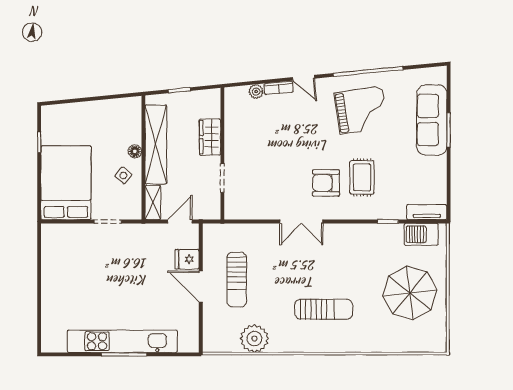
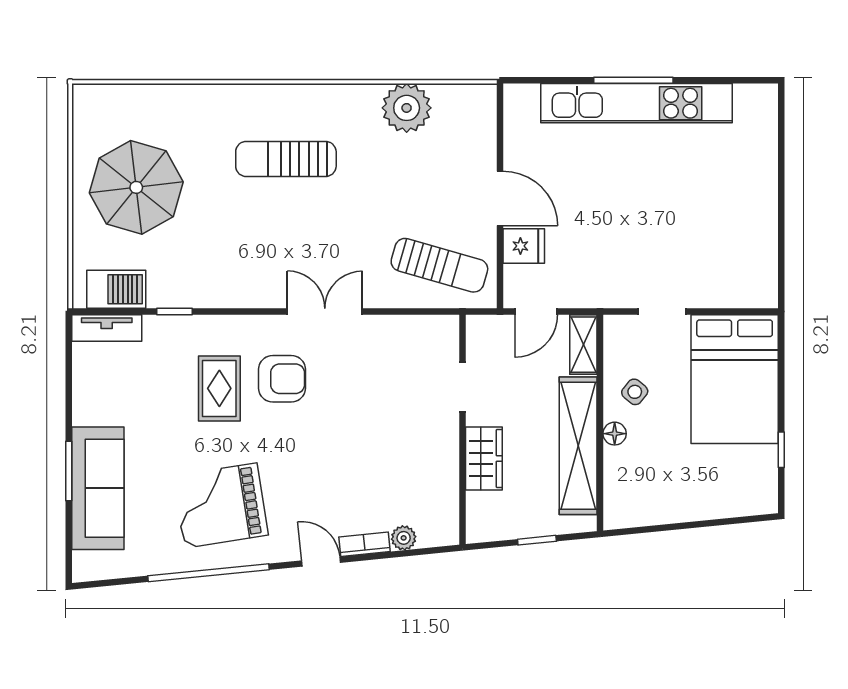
sun lounger: (237, 280) -> (439, 265), moved, turned 106

